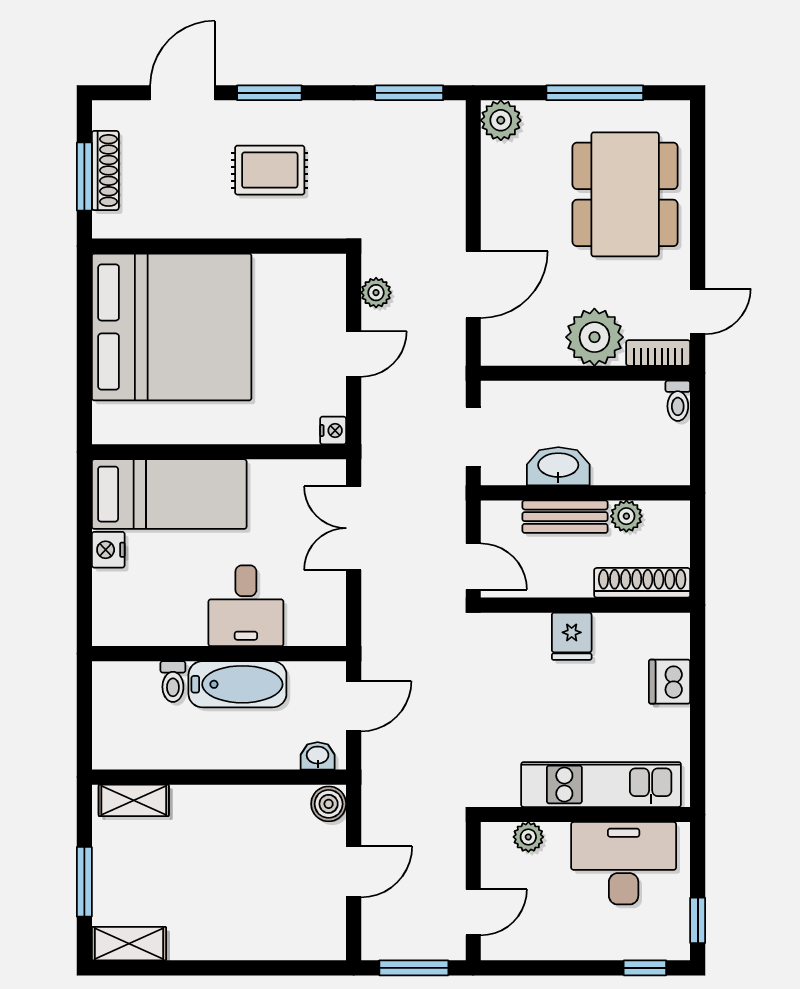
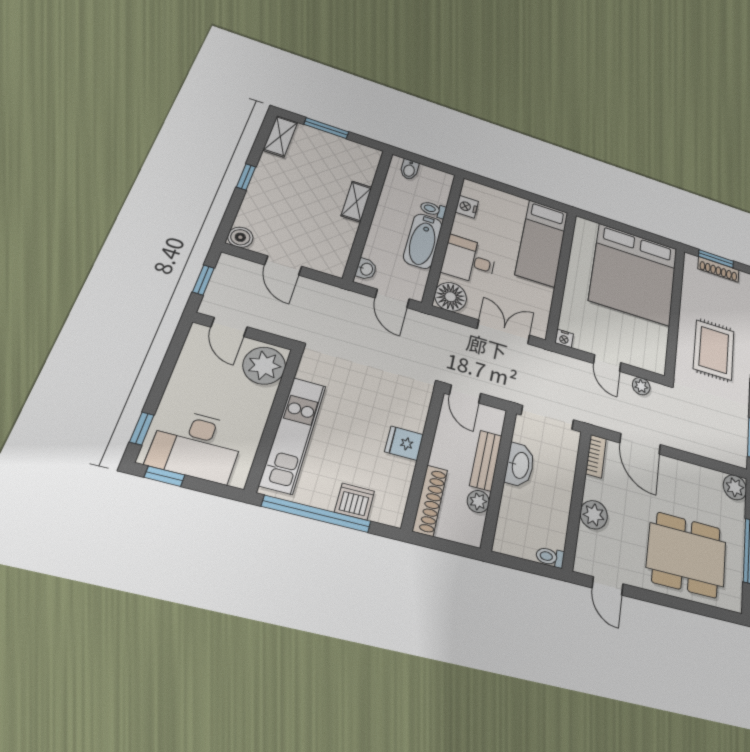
rug: (270, 170) -> (714, 350), width x1.36, depth x1.43
plant: (594, 337) -> (594, 515), width x0.73, depth x0.73
bookcase: (658, 353) -> (596, 456), moved
doorway: (473, 437) -> (547, 417), width x1.38
nightstand: (108, 550) -> (467, 207), moved, turned -90
door: (473, 567) -> (465, 394), hinge flipped
floor lamp: (321, 621) -> (451, 297), added
window: (698, 725) -> (317, 514), added
bidet: (111, 736) -> (409, 169), added
shelving: (134, 800) -> (357, 201), moved
boiler: (329, 804) -> (240, 237), moved
plant: (528, 837) -> (264, 366), width x1.88, depth x1.88
desk: (624, 863) -> (197, 446), moved, turned 90
window: (223, 968) -> (246, 177), added
window: (414, 968) -> (203, 280), width x0.67

